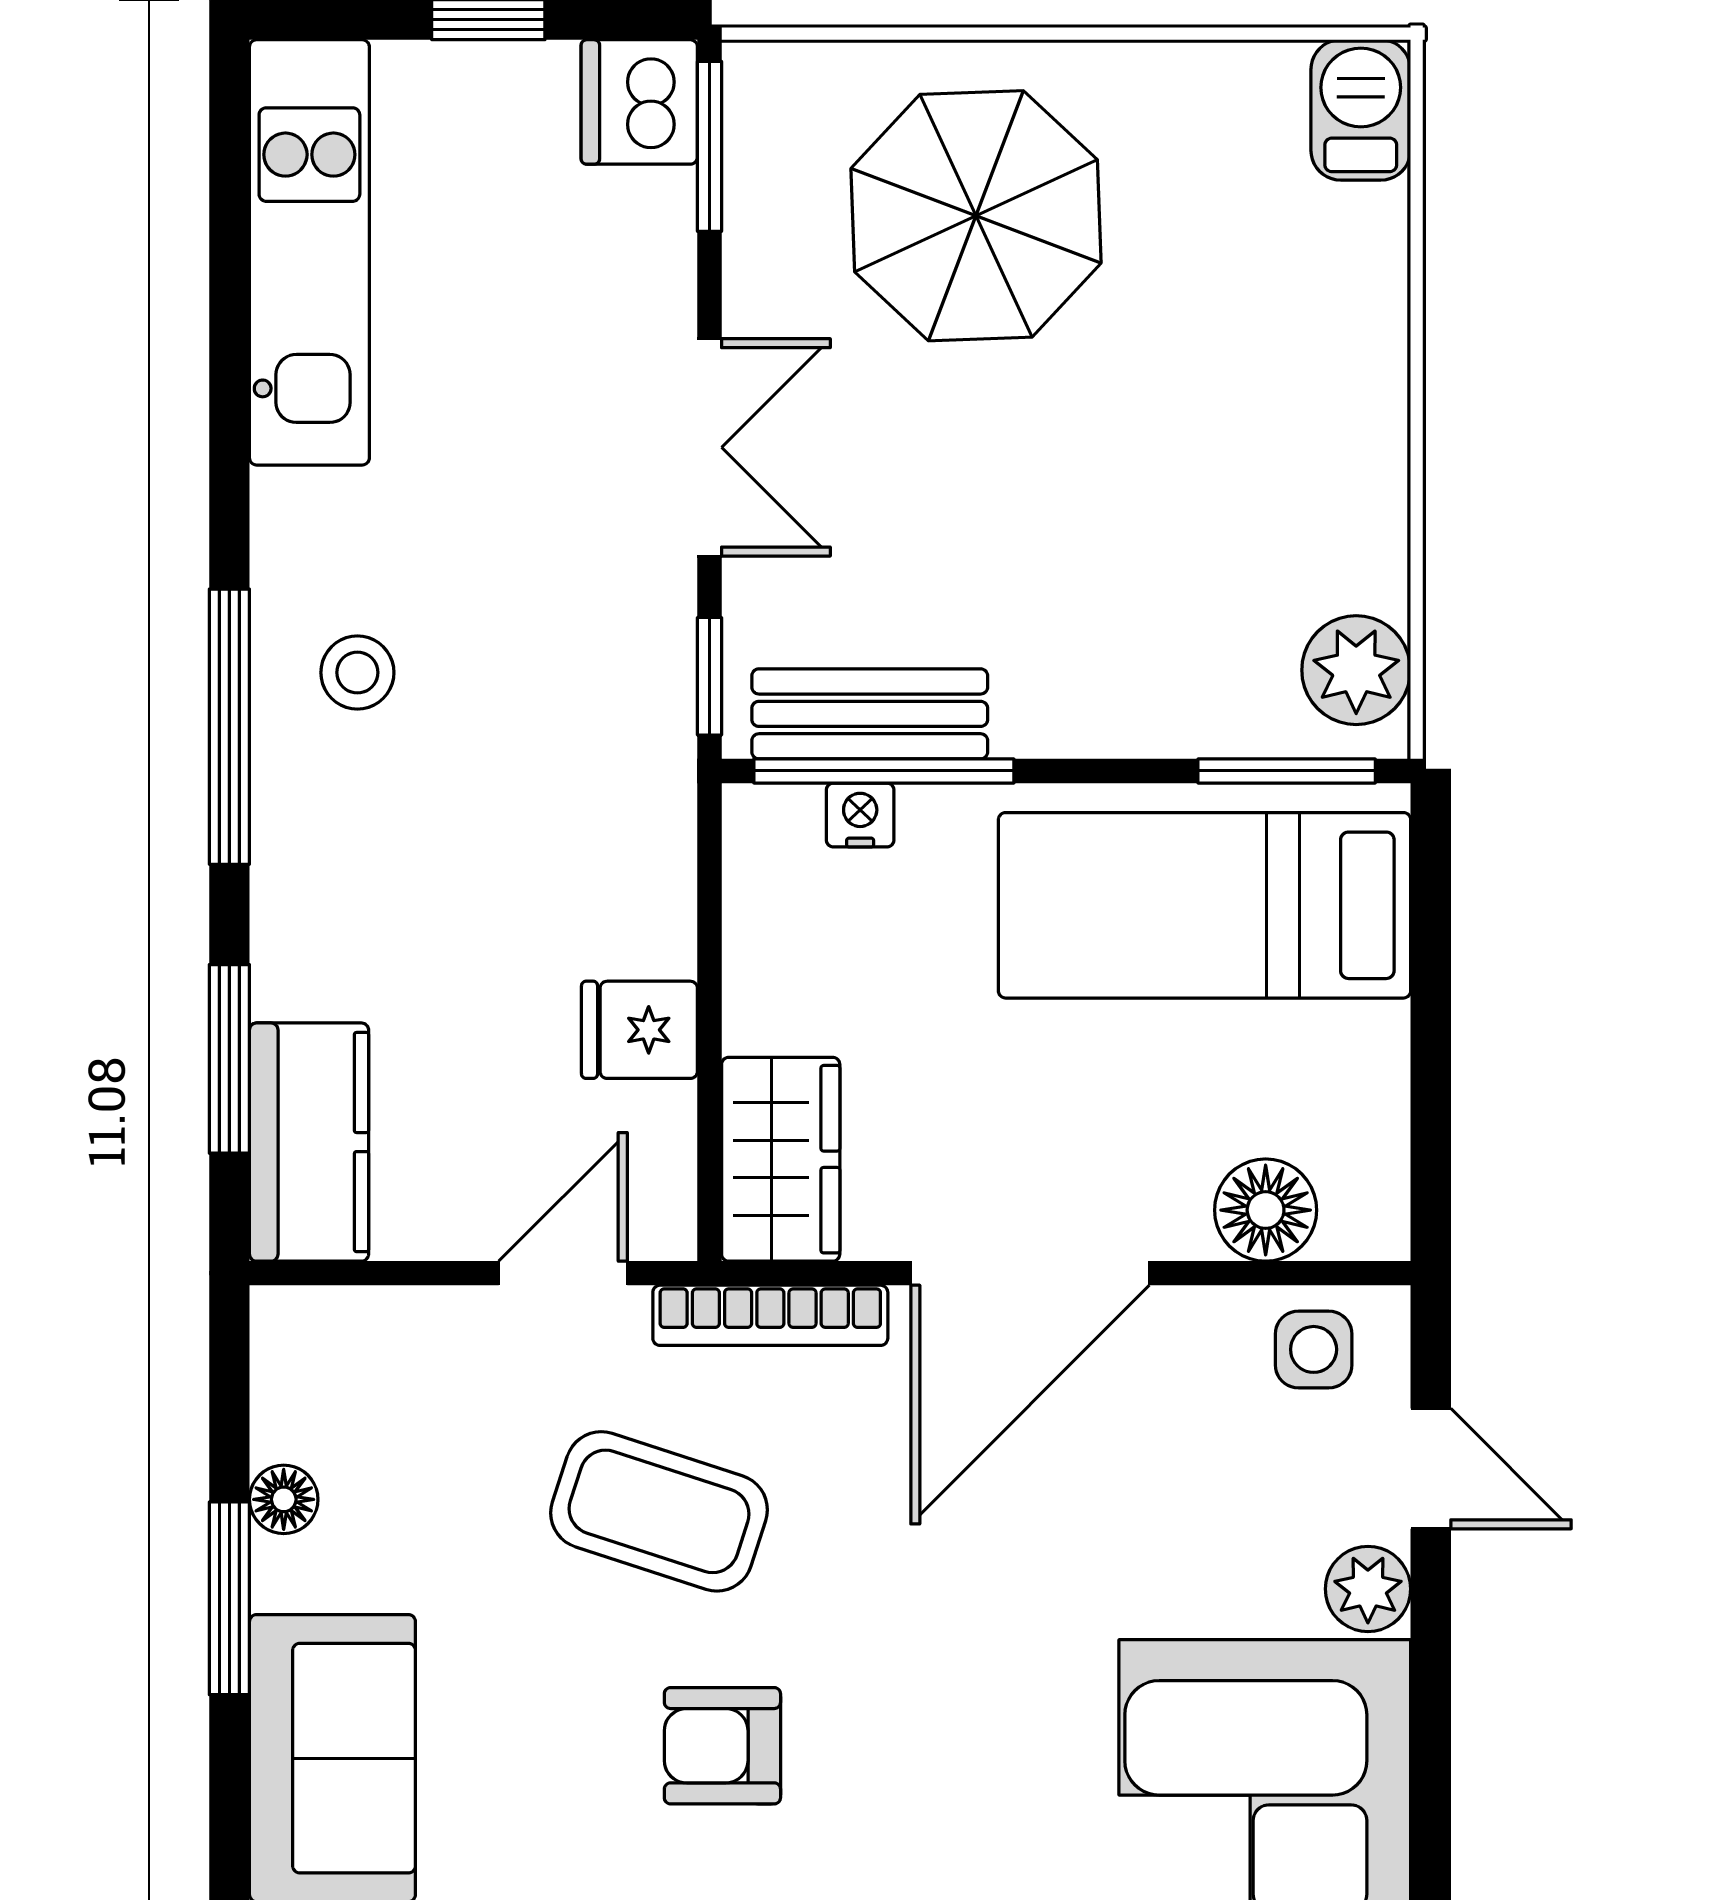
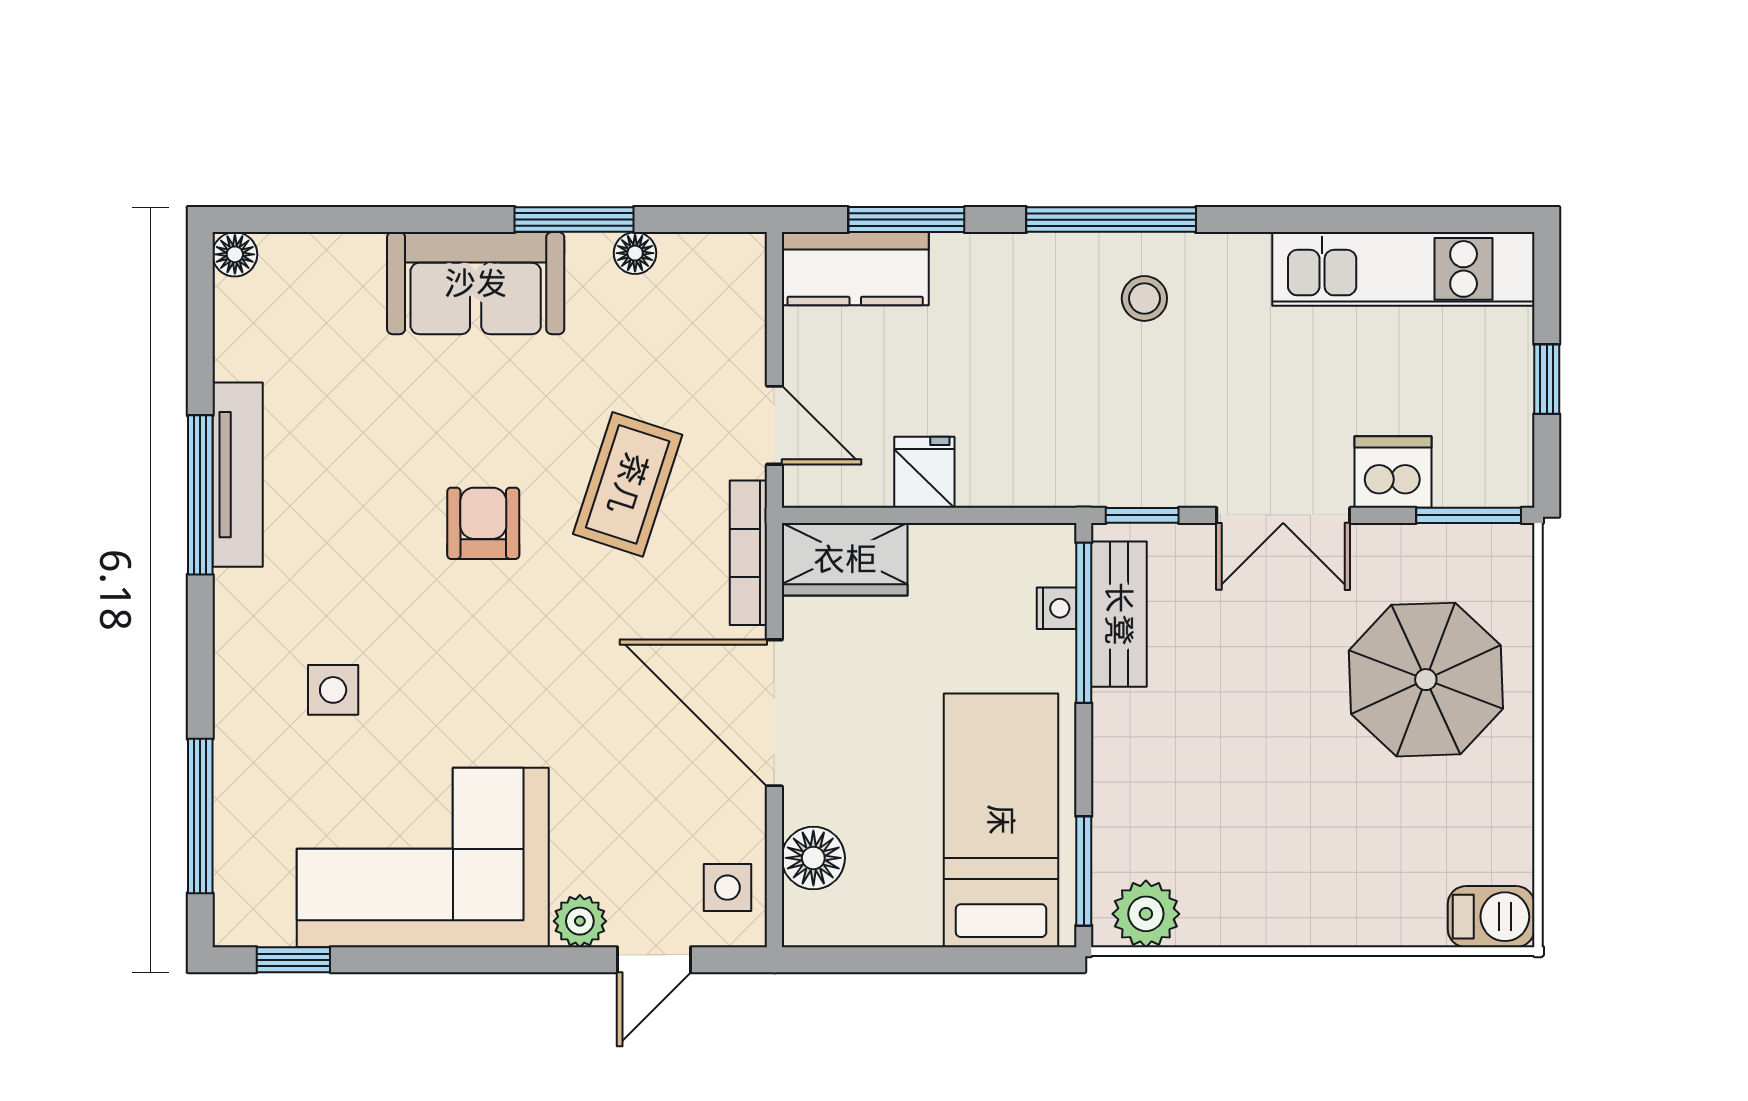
dishwasher: (639, 102) -> (1393, 472), moved

